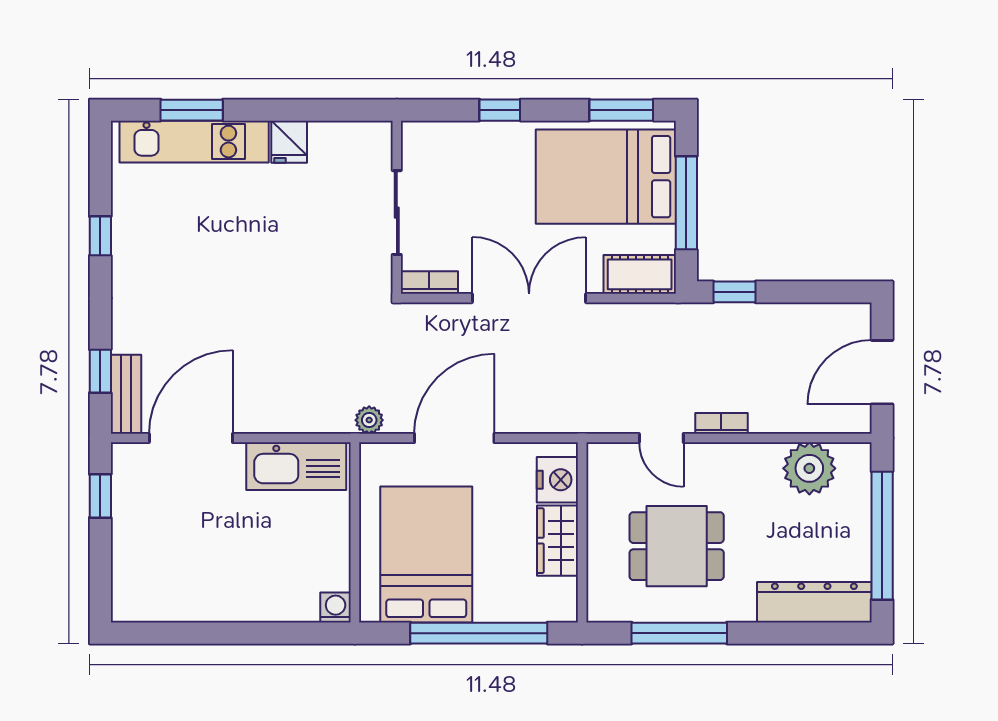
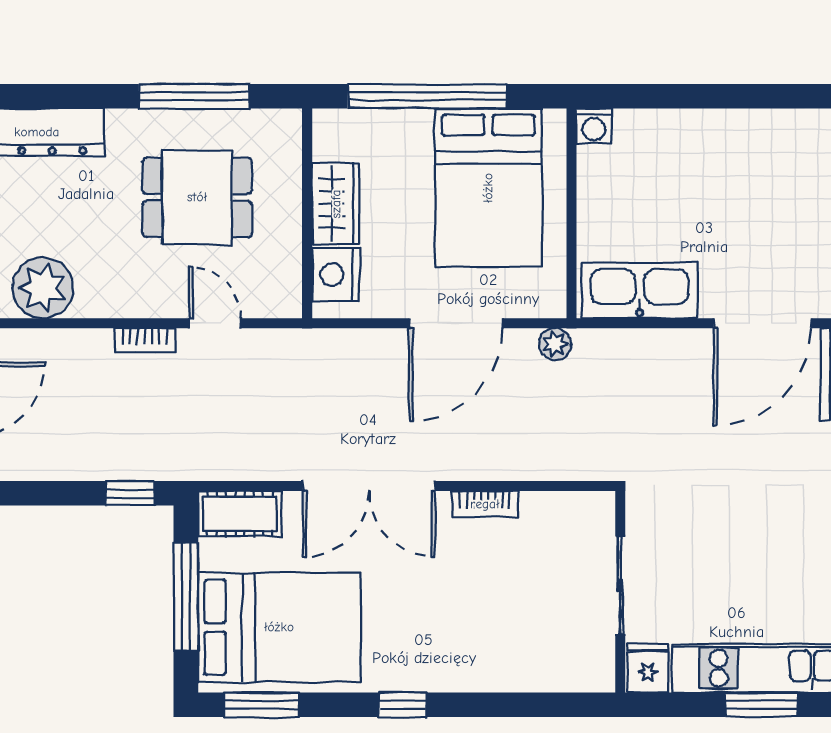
wall: (397, 207) -> (620, 592), moved
sliding door: (397, 213) -> (620, 585), moved

